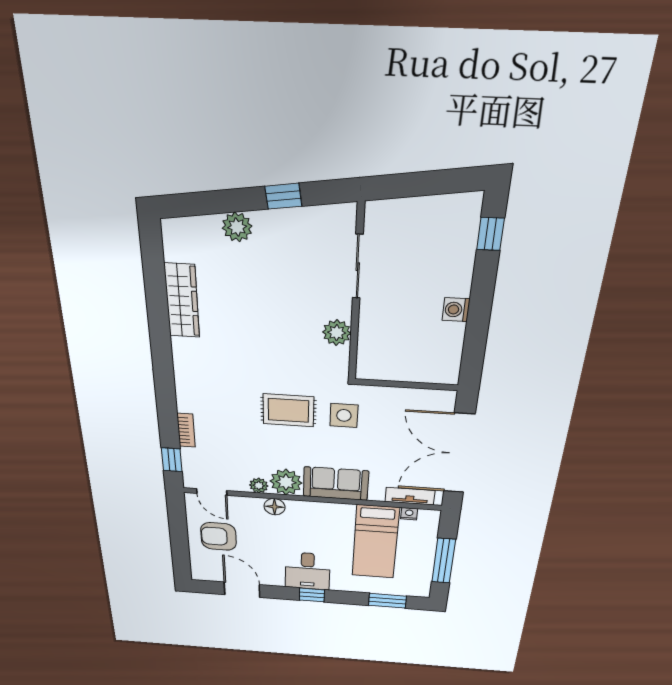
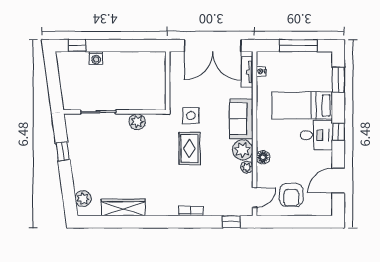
plant: (237, 227) -> (83, 199), moved
washing machine: (456, 310) -> (96, 58), moved
bookcase: (186, 430) -> (191, 211), moved
bed: (375, 542) -> (302, 105), moved, turned 180

